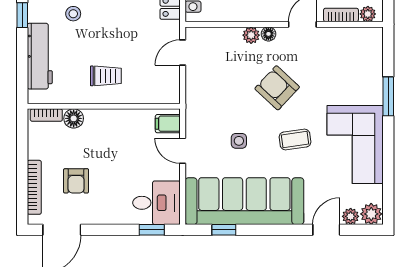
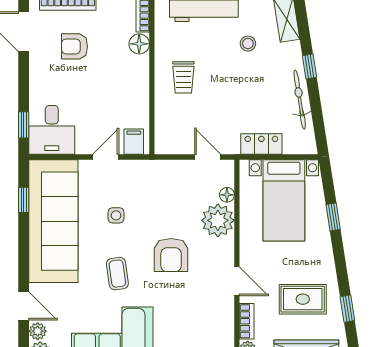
floor lamp: (268, 34) -> (227, 195), moved
plant: (251, 35) -> (218, 220), width x1.87, depth x1.87
armchair: (277, 88) -> (171, 255), turned 137

